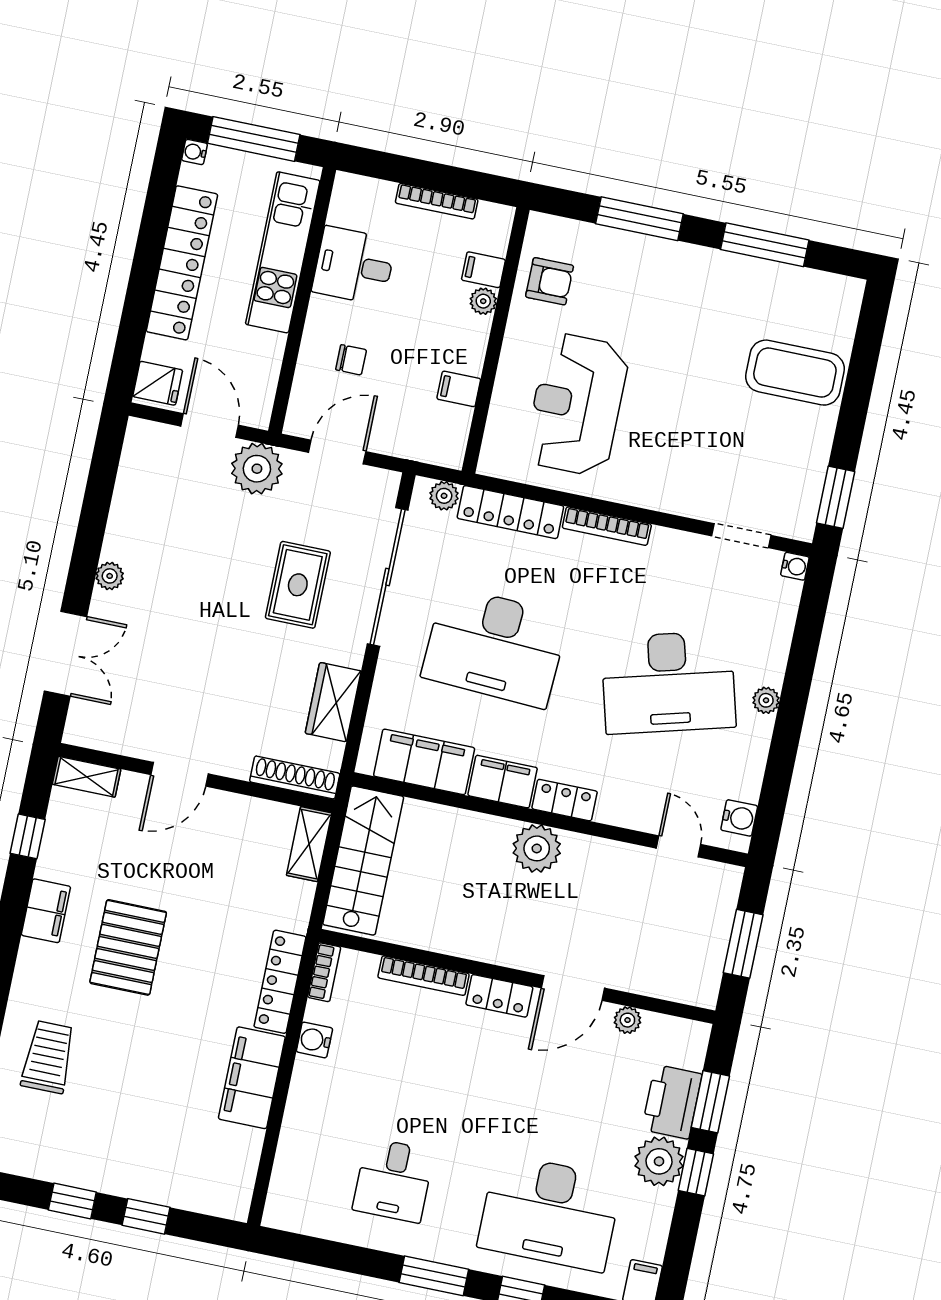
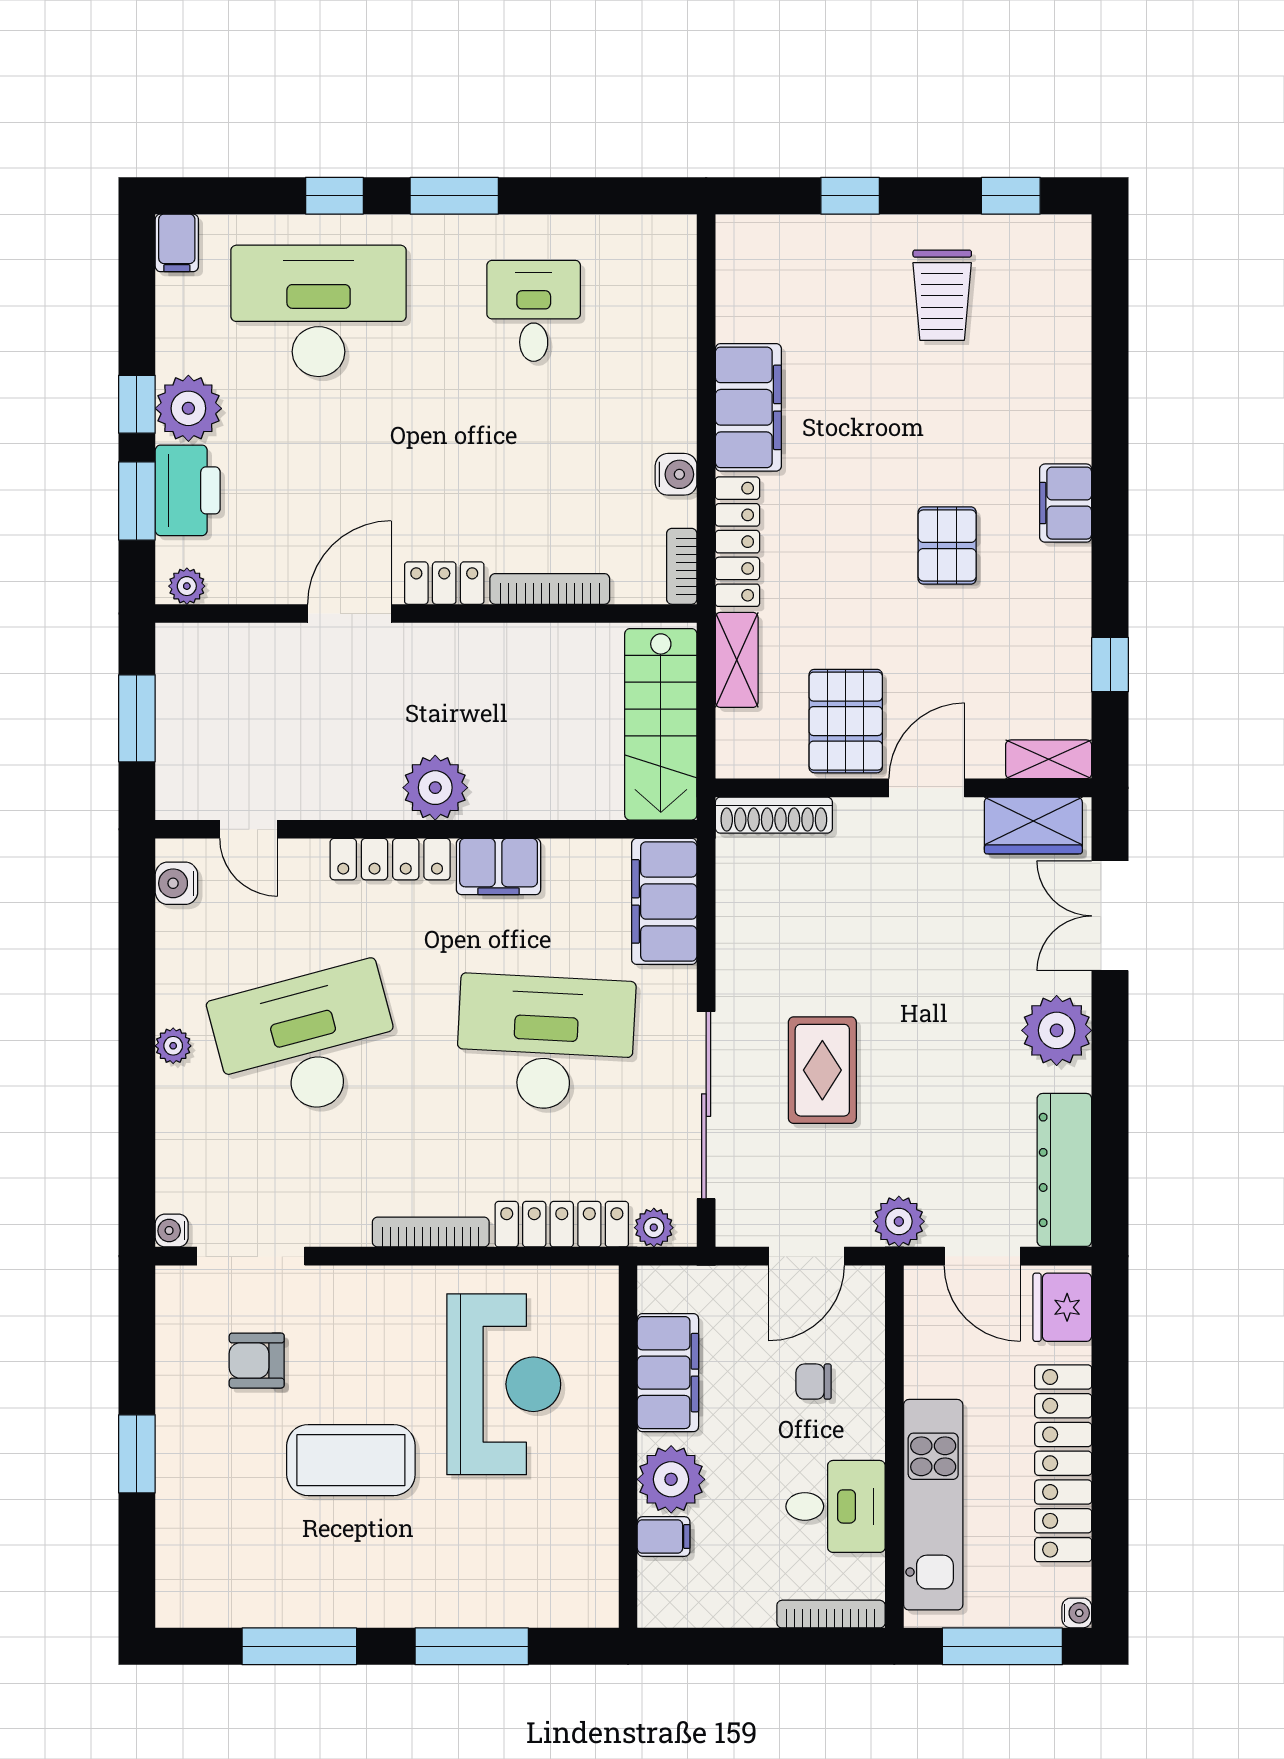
bookcase: (437, 201) -> (831, 1614), moved
armchair: (550, 281) -> (257, 1361), moved
plant: (483, 301) -> (671, 1479), width x1.88, depth x1.88
coffee table: (795, 373) -> (351, 1460), moved
fridge: (158, 383) -> (1062, 1307), width x1.38
filing cabinet: (459, 389) -> (668, 1373), width x3.00, depth x1.17
plant: (257, 469) -> (899, 1221), width x0.73, depth x0.73
dresser: (137, 476) -> (1064, 1170), added
window: (836, 497) -> (137, 1454), moved
doorway: (741, 536) -> (251, 1256), width x1.38
plant: (110, 576) -> (1057, 1030), width x1.87, depth x1.87
wardrobe: (333, 702) -> (1033, 826), moved, turned 90
filing cabinet: (424, 762) -> (664, 901), moved, turned 90
locker: (565, 800) -> (390, 859), width x1.53
pallet: (228, 835) -> (846, 721), added
shelving: (309, 844) -> (737, 660), moved
filing cabinet: (46, 911) -> (1066, 503), moved
pallet: (128, 947) -> (947, 545), width x0.67, depth x0.71
plant: (627, 1020) -> (187, 586), moved
trolley: (48, 1057) -> (942, 295), moved
window: (72, 1201) -> (1011, 196), moved

